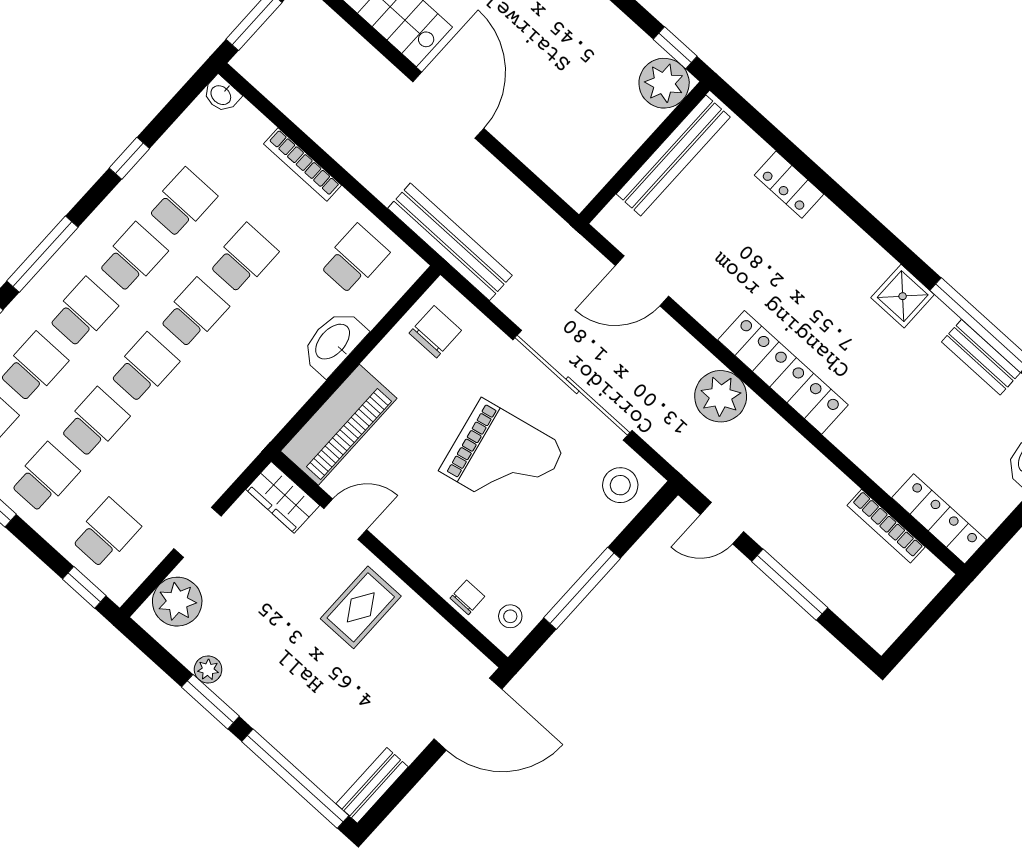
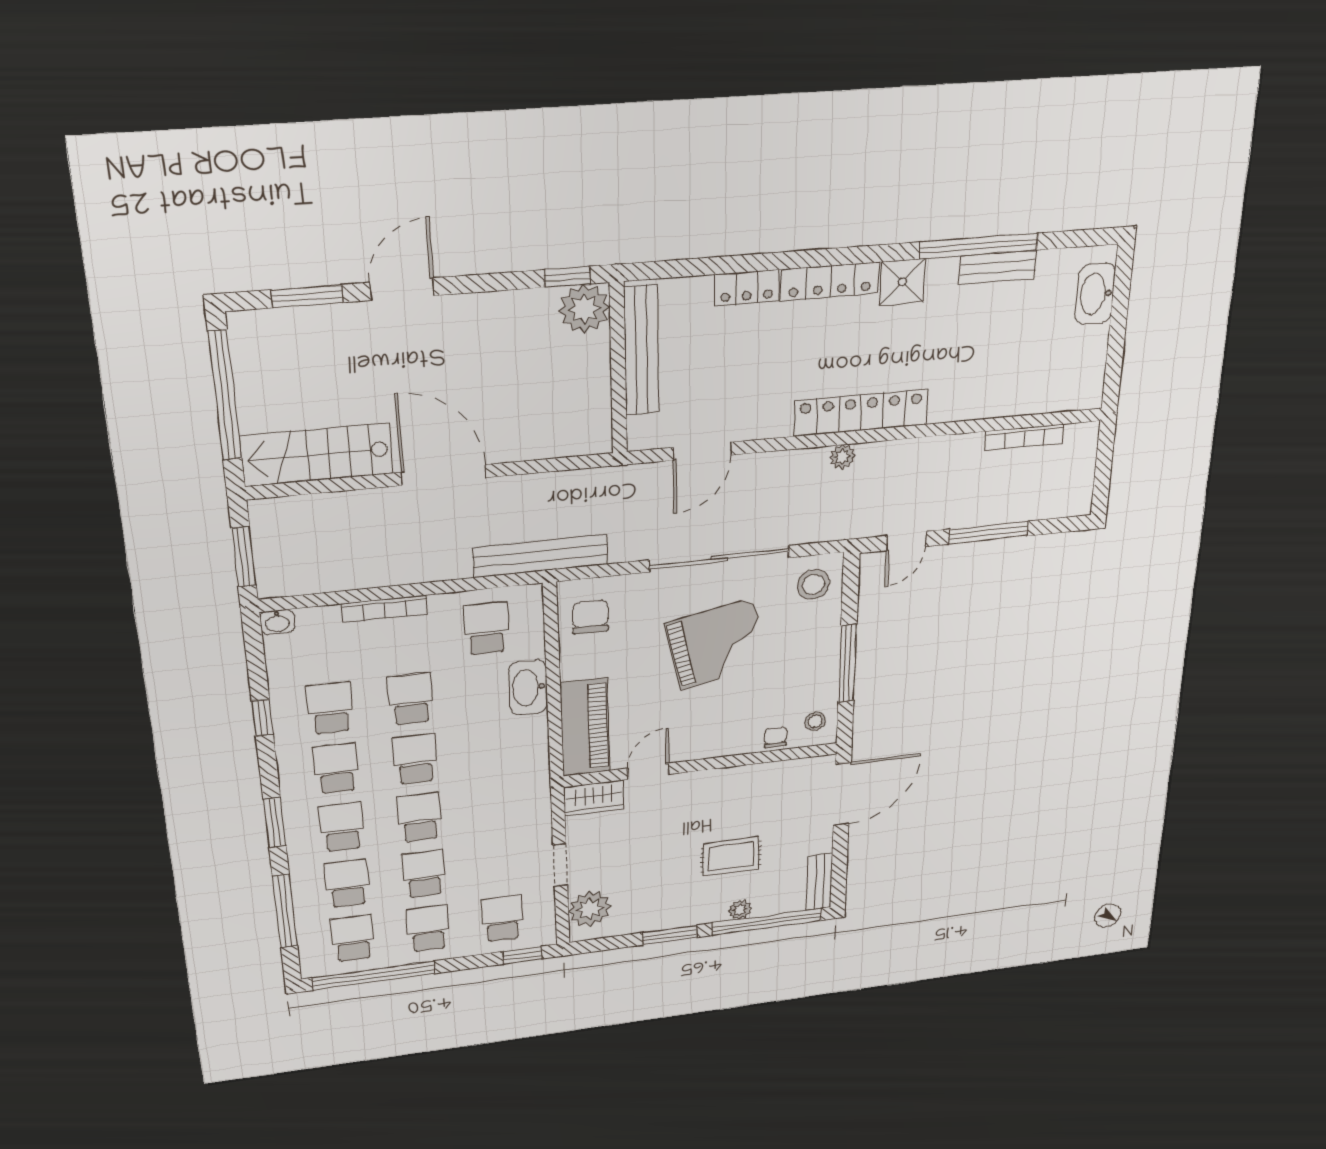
window: (42, 254) -> (275, 823), width x0.69
plant: (721, 396) -> (842, 457), width x0.53, depth x0.53
locker: (939, 519) -> (830, 281), moved, turned 180
rug: (361, 607) -> (731, 856), moved, turned 90
plant: (208, 670) -> (740, 910), moved

